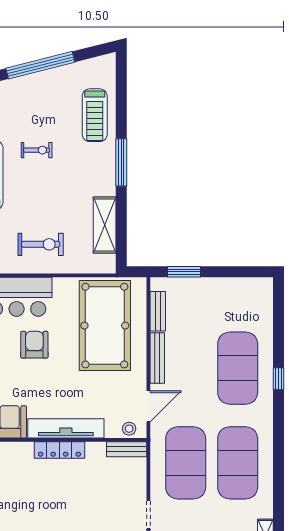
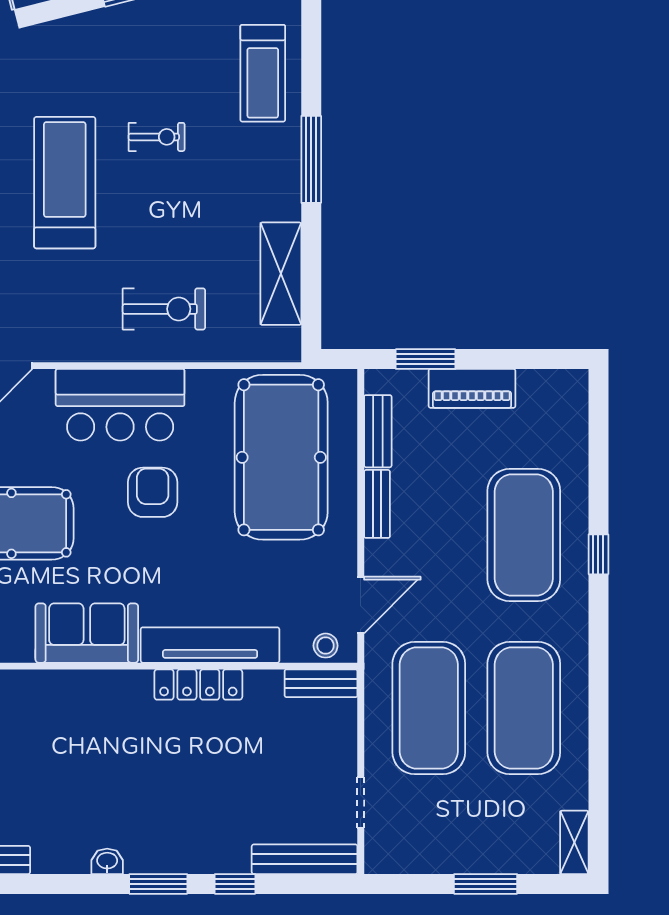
piano: (209, 288) -> (472, 388), added
bench: (157, 358) -> (377, 504), width x0.73

